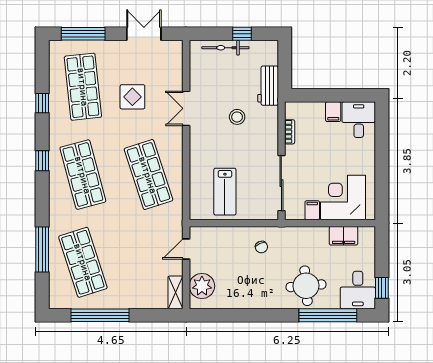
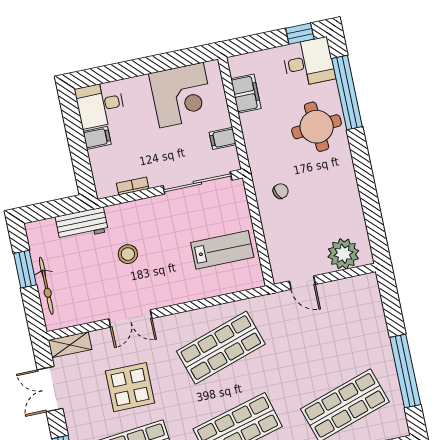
window: (242, 34) -> (25, 269), width x1.50
display table: (132, 97) -> (130, 387), width x1.36, depth x1.36
corner desk: (343, 197) -> (181, 95), moved, turned -90
shelving: (175, 292) -> (70, 345), moved

